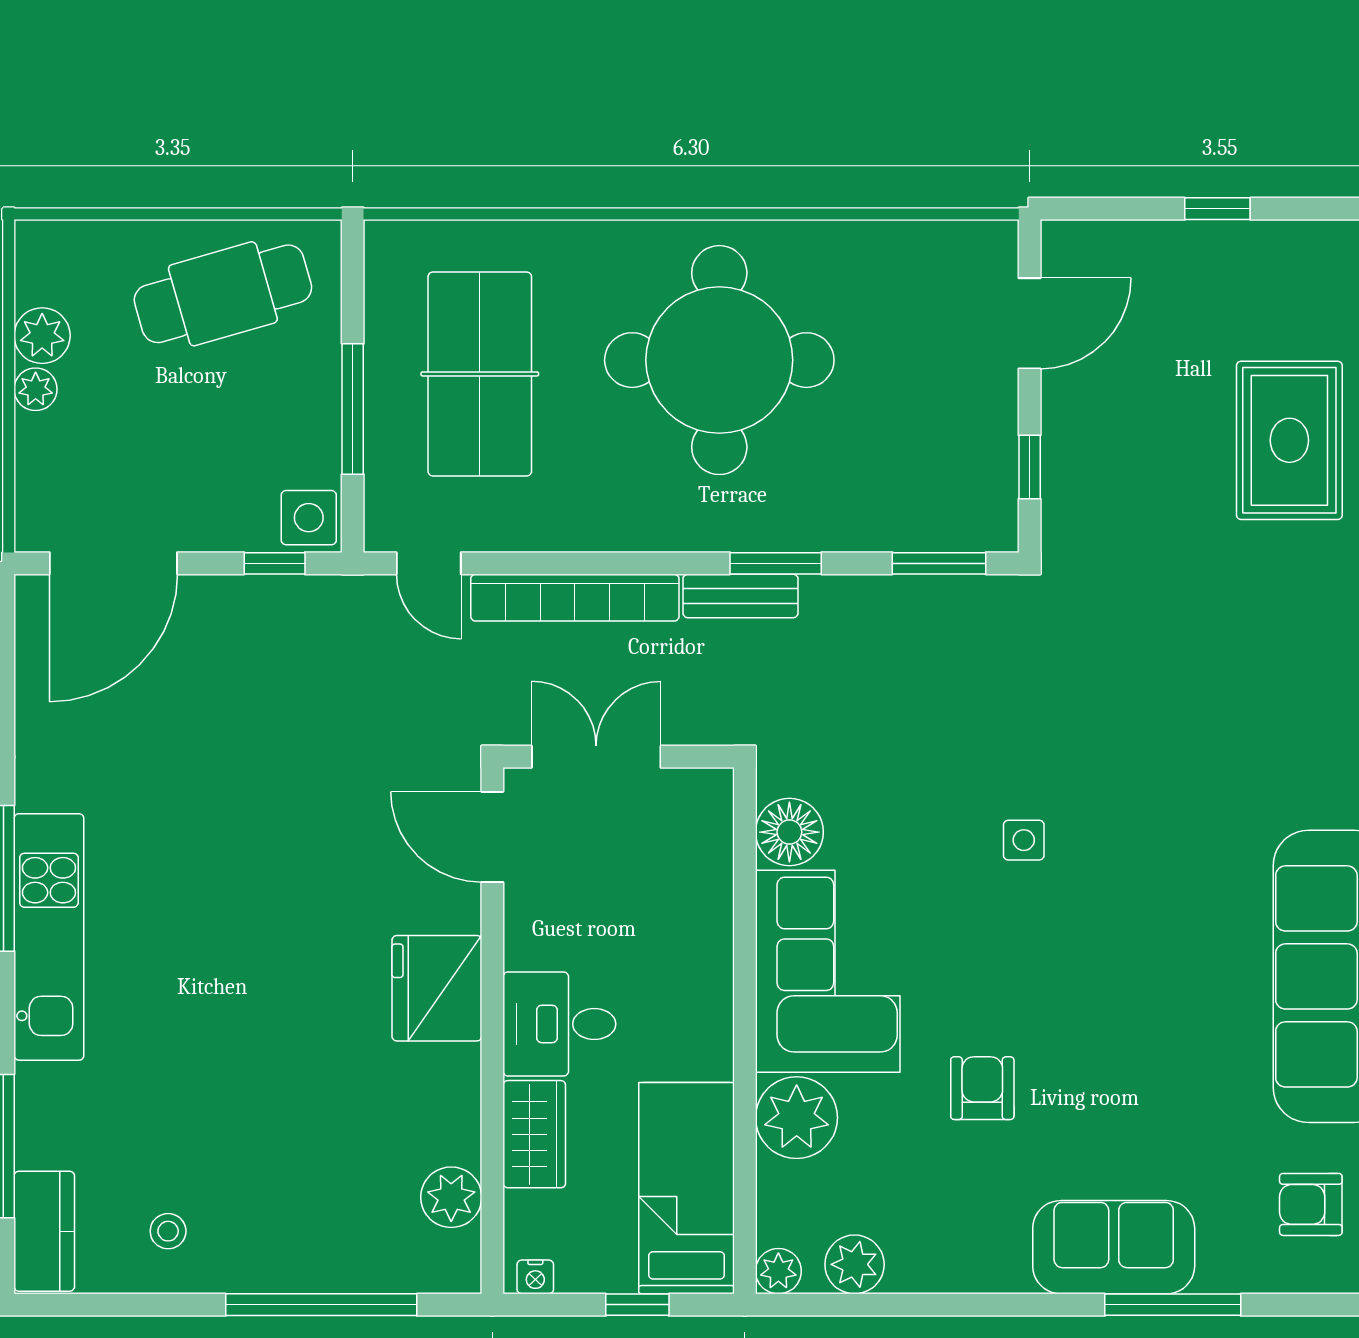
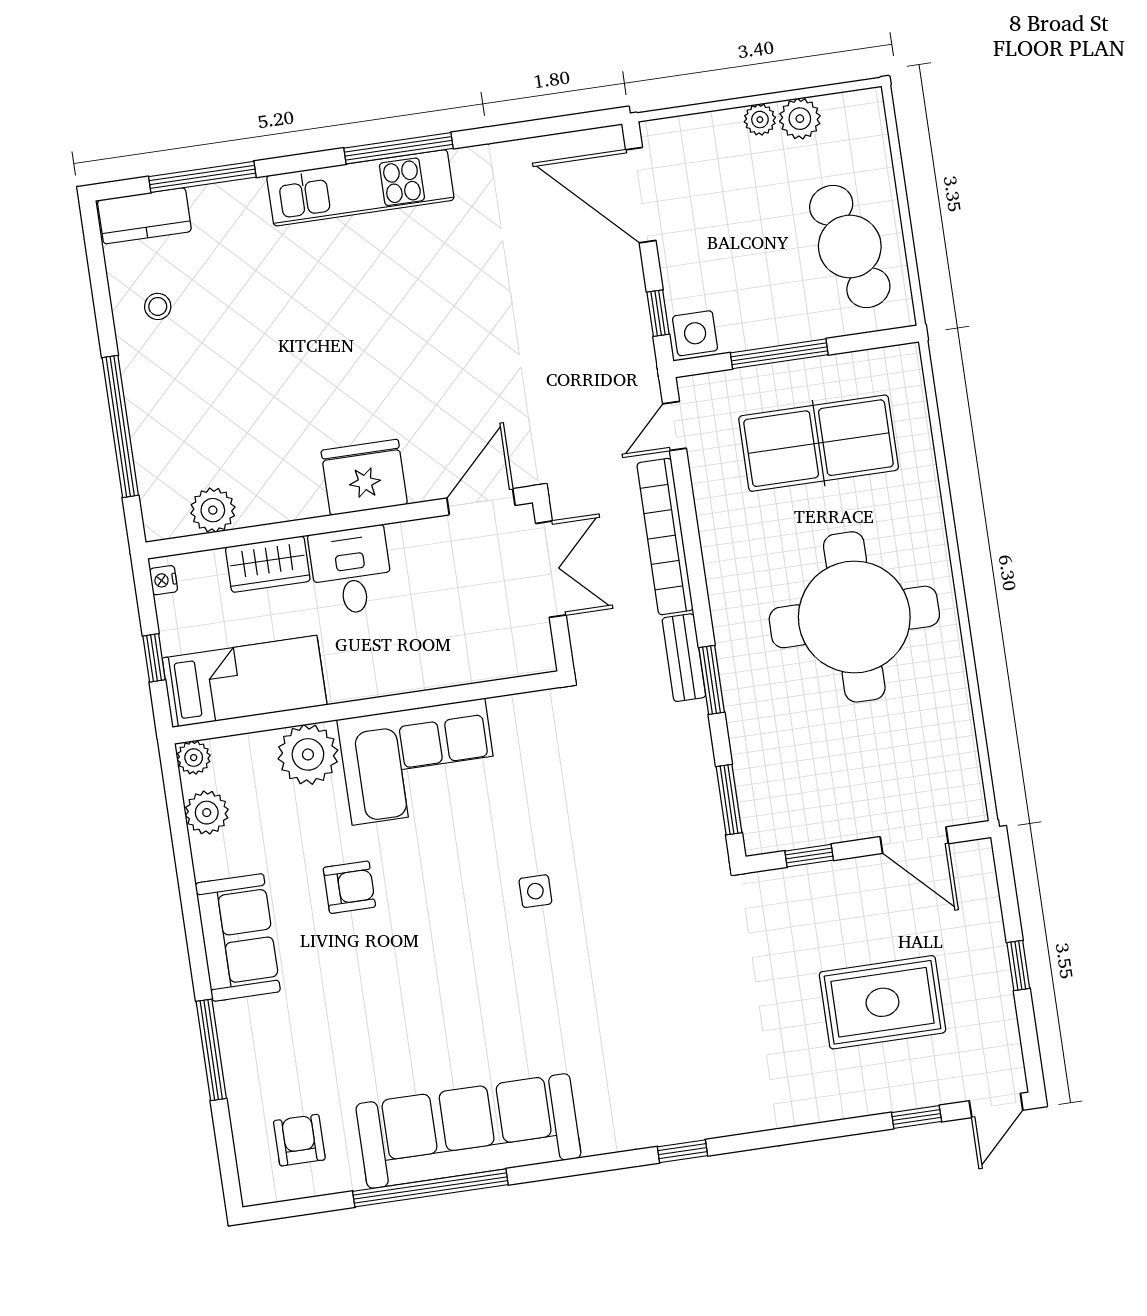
rug: (1289, 440) -> (882, 1002), moved
floor lamp: (789, 832) -> (516, 719), removed
sofa: (1114, 1247) -> (238, 937), moved

